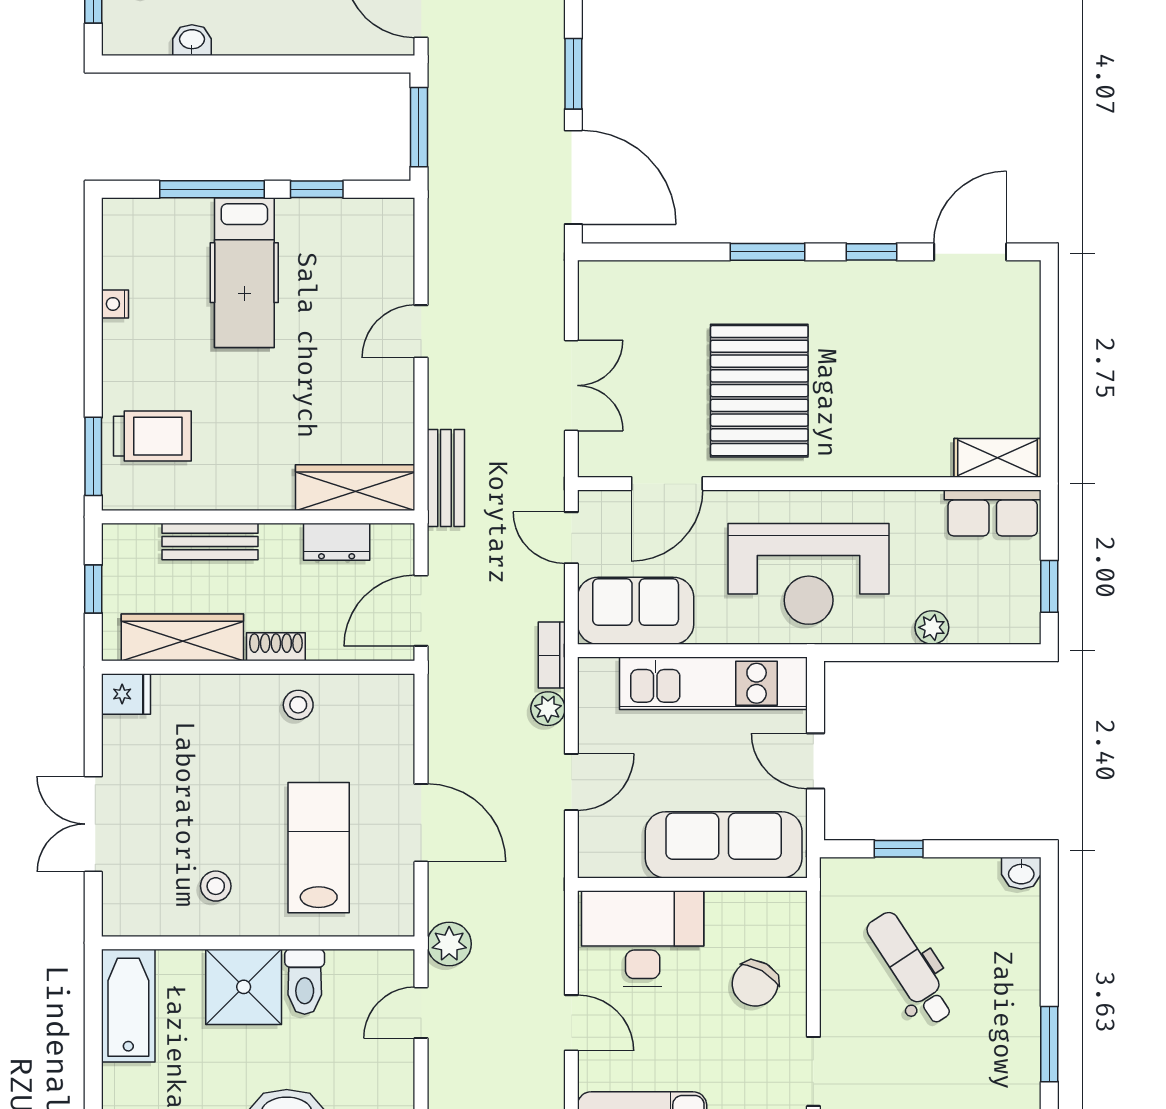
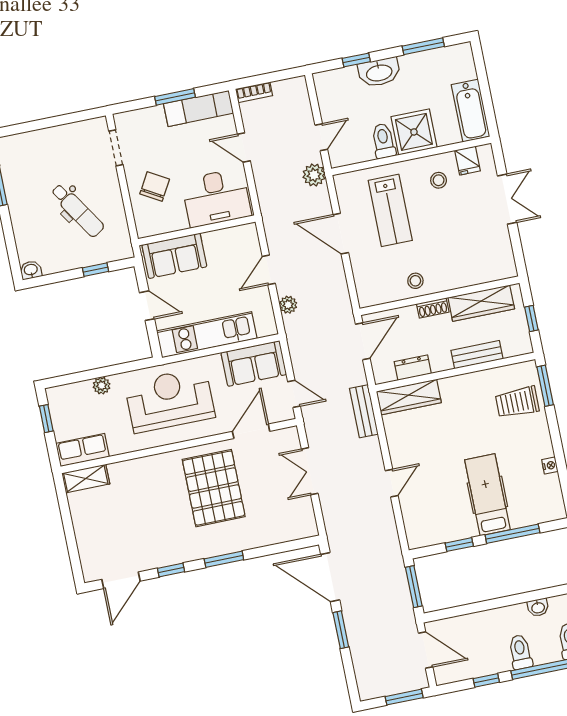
bookcase: (552, 655) -> (292, 332), removed
fridge: (126, 694) -> (467, 161), moved, turned -90
sofa: (724, 845) -> (174, 256), width x0.73

